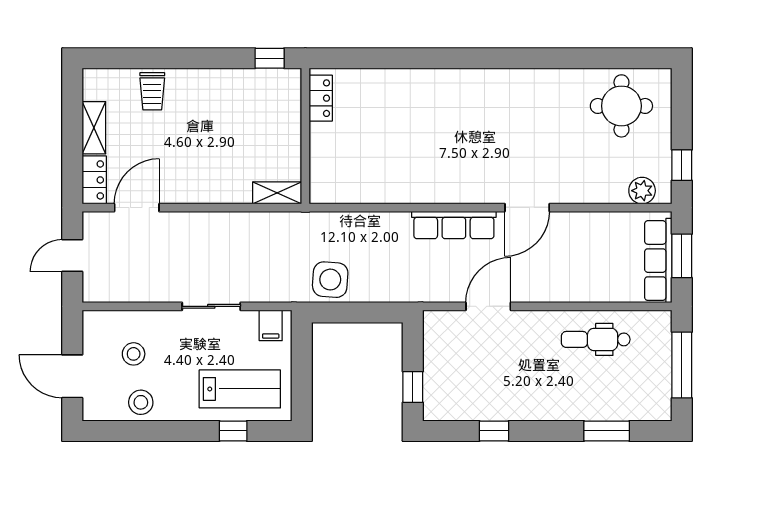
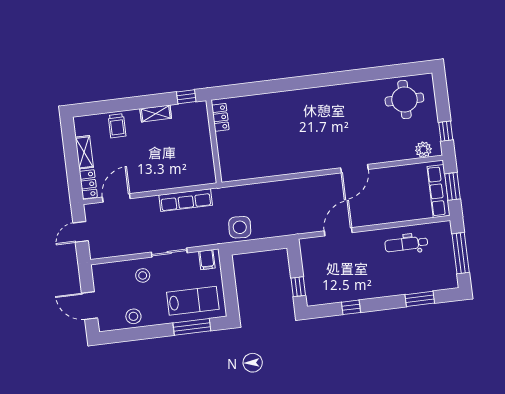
shelving: (277, 193) -> (156, 114), moved
row of seats: (454, 225) -> (186, 200), moved
stool: (134, 354) -> (143, 275), moved
window: (233, 431) -> (192, 327), width x2.17

